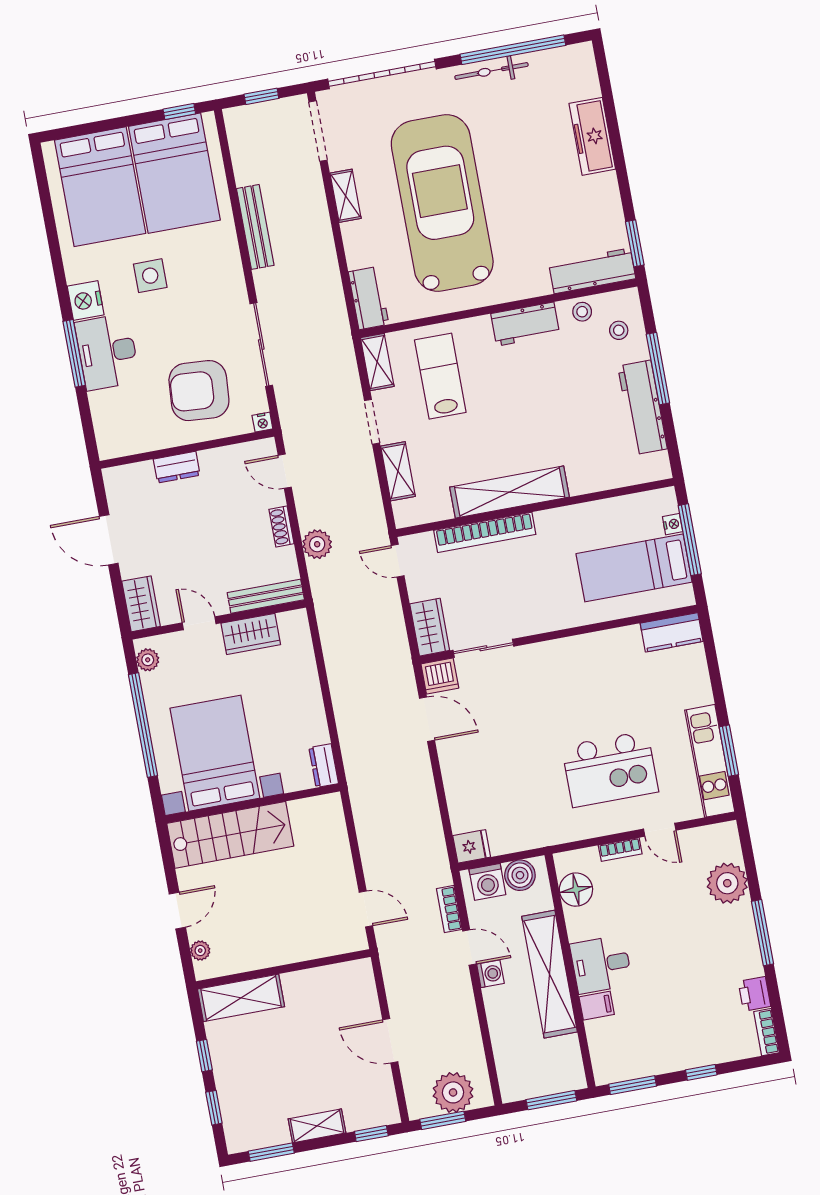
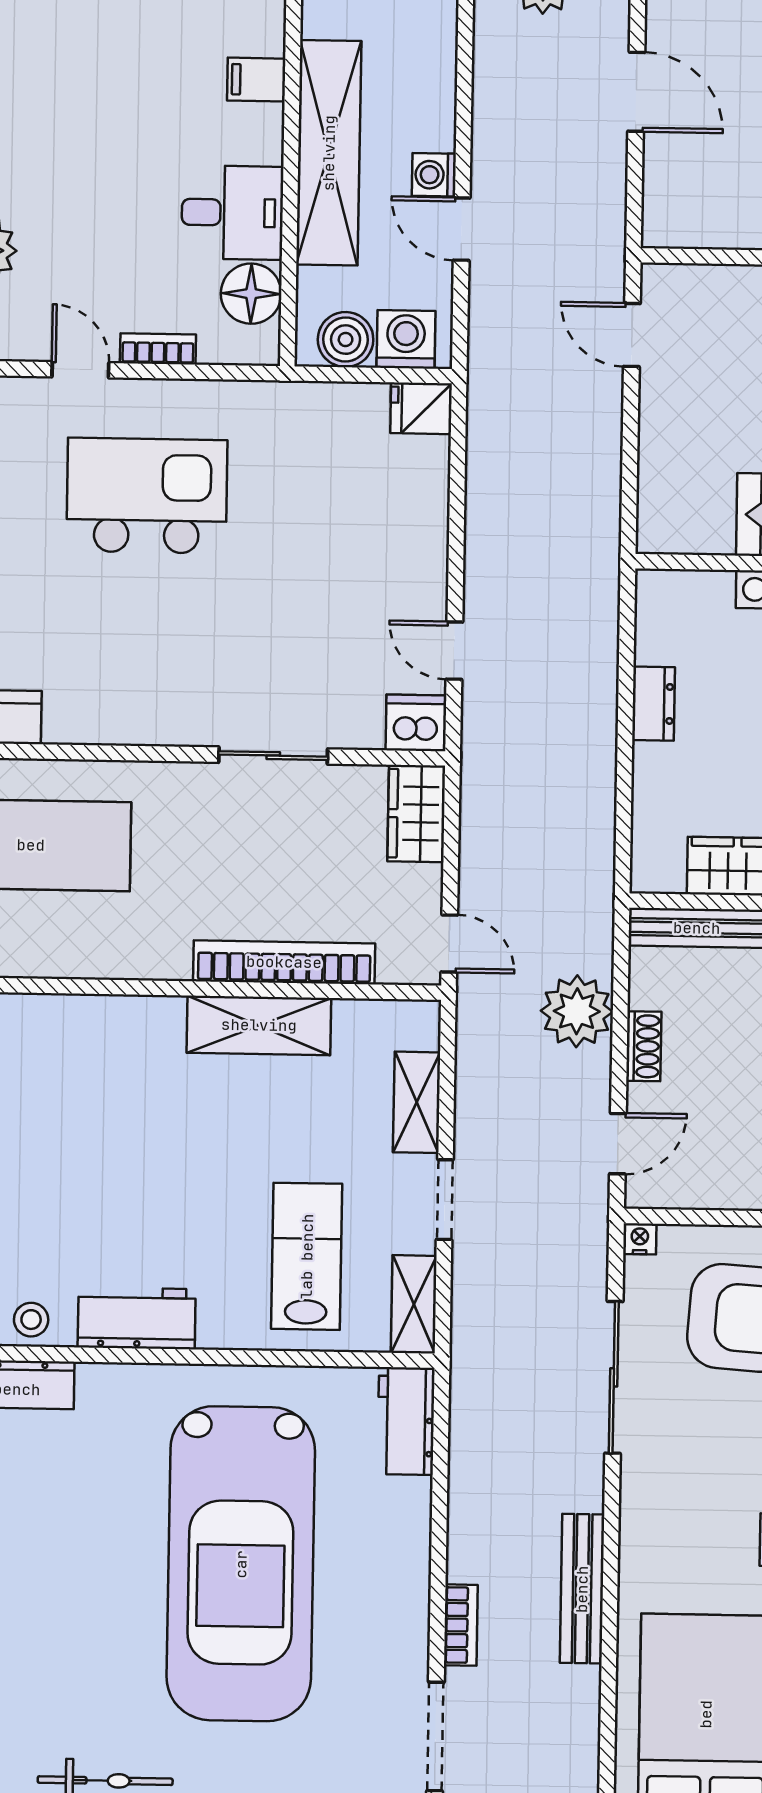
shelving: (346, 196) -> (410, 1612), removed
lab bench: (440, 376) -> (307, 1256), turned 180
door: (285, 471) -> (618, 1144), hinge flipped
shelving: (510, 492) -> (259, 1025), width x0.68
plant: (317, 544) -> (577, 1011), width x1.36, depth x1.36
sliding door: (483, 648) -> (273, 756), moved
door: (427, 719) -> (454, 651), width x0.73
dresser: (324, 766) -> (653, 704), moved
bookcase: (449, 909) -> (461, 1625), moved
desk: (601, 964) -> (232, 213), moved

